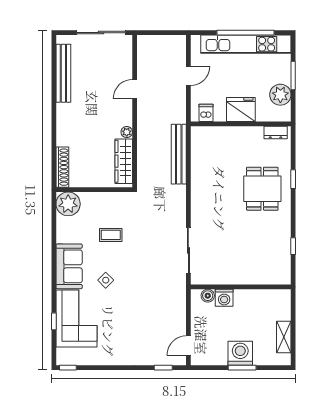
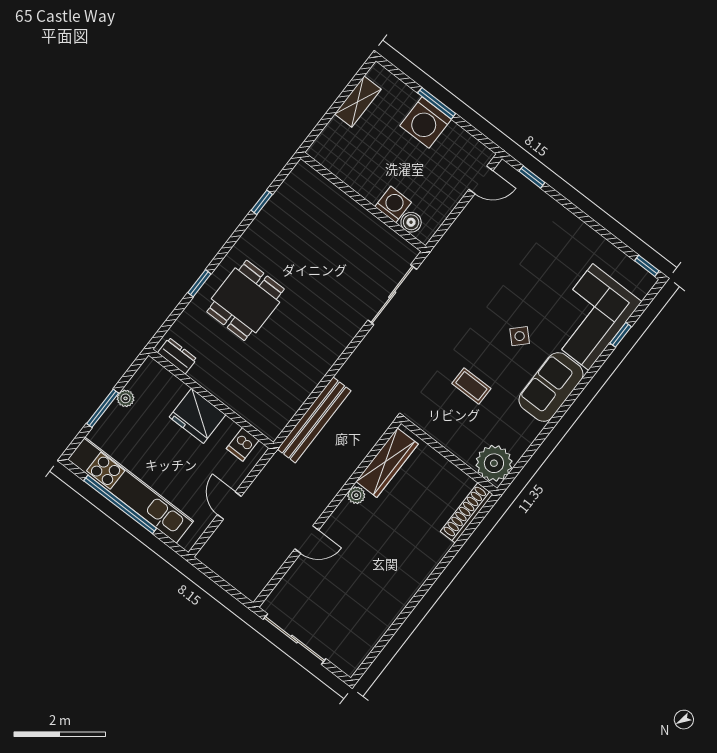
bench: (63, 73) -> (378, 625), removed
door: (188, 76) -> (229, 505), hinge flipped
plant: (280, 95) -> (126, 398), width x0.53, depth x0.53

